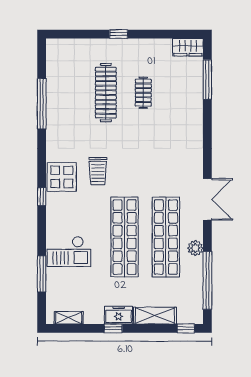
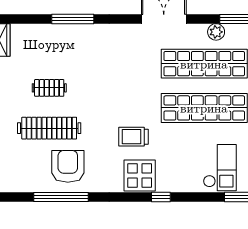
window: (207, 80) -> (73, 19), moved
armchair: (70, 110) -> (68, 166), added
trolley: (98, 171) -> (133, 137), turned 180

